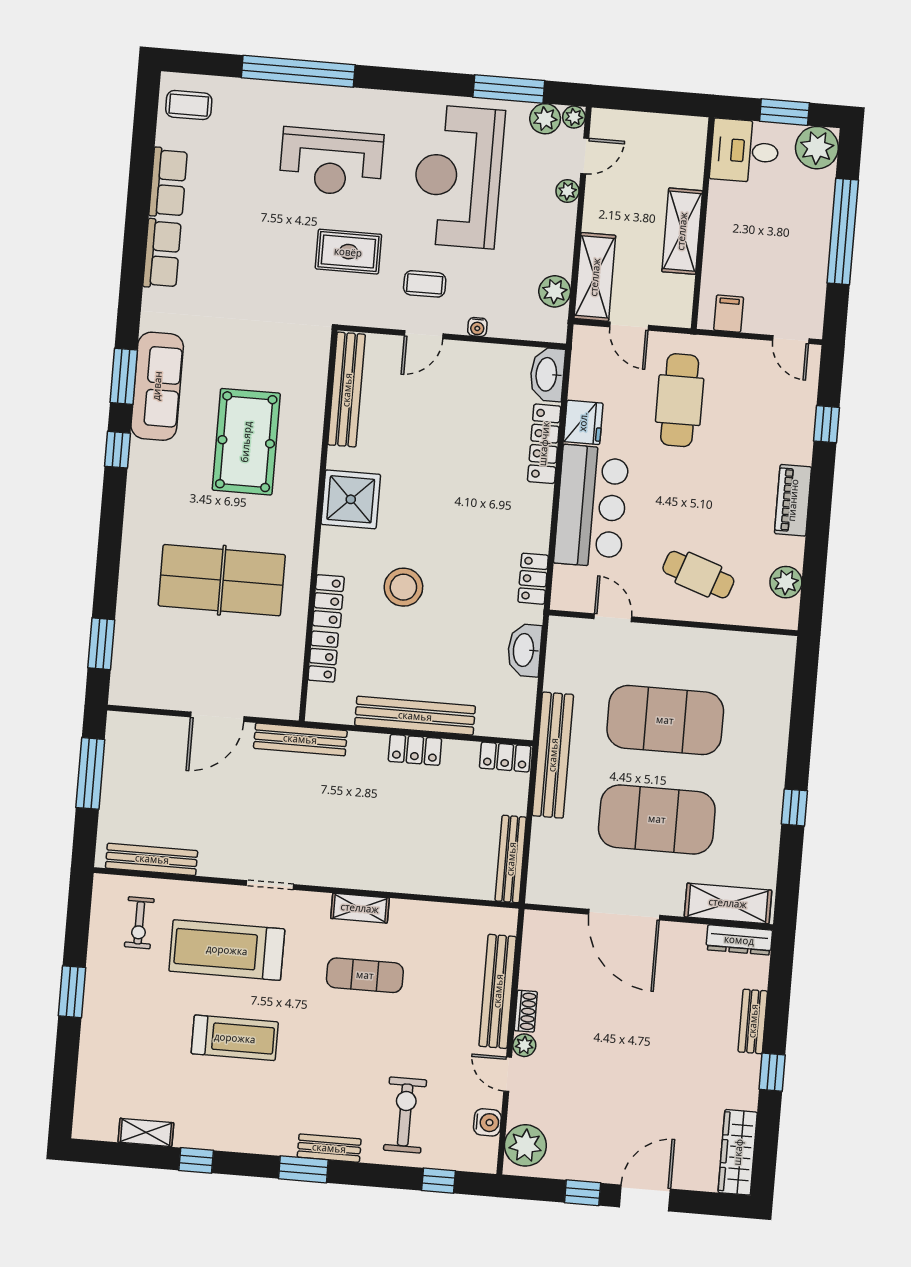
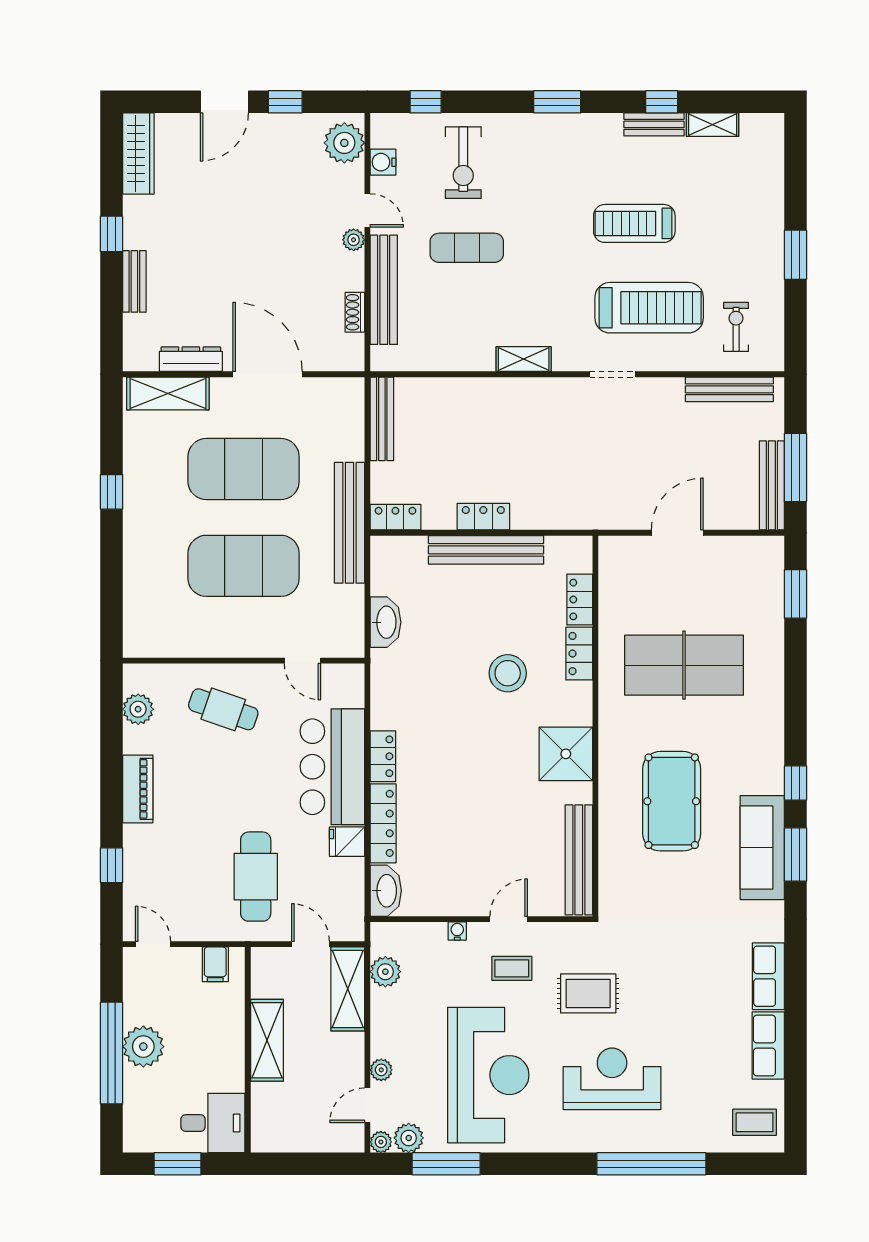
plant: (817, 148) -> (143, 1047), moved
fridge: (583, 422) -> (347, 842), width x0.72
locker: (533, 579) -> (383, 756), moved
bench: (300, 739) -> (772, 485), moved, turned 90
dresser: (739, 940) -> (191, 359), moved
exercise mat: (365, 975) -> (467, 248), moved
shoe rack: (526, 1011) -> (355, 312), moved
bench: (329, 1148) -> (654, 124), moved

